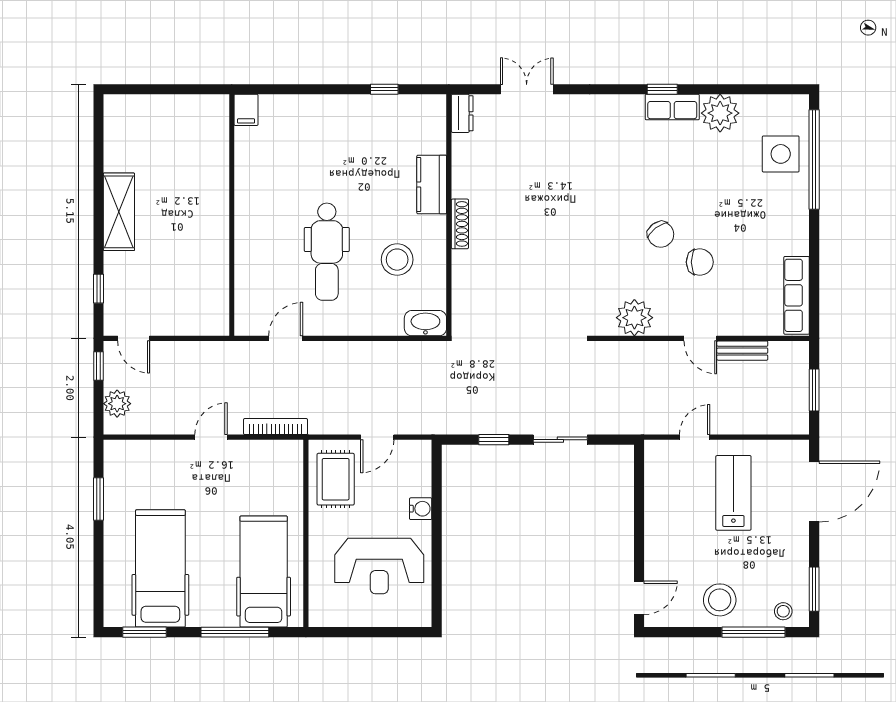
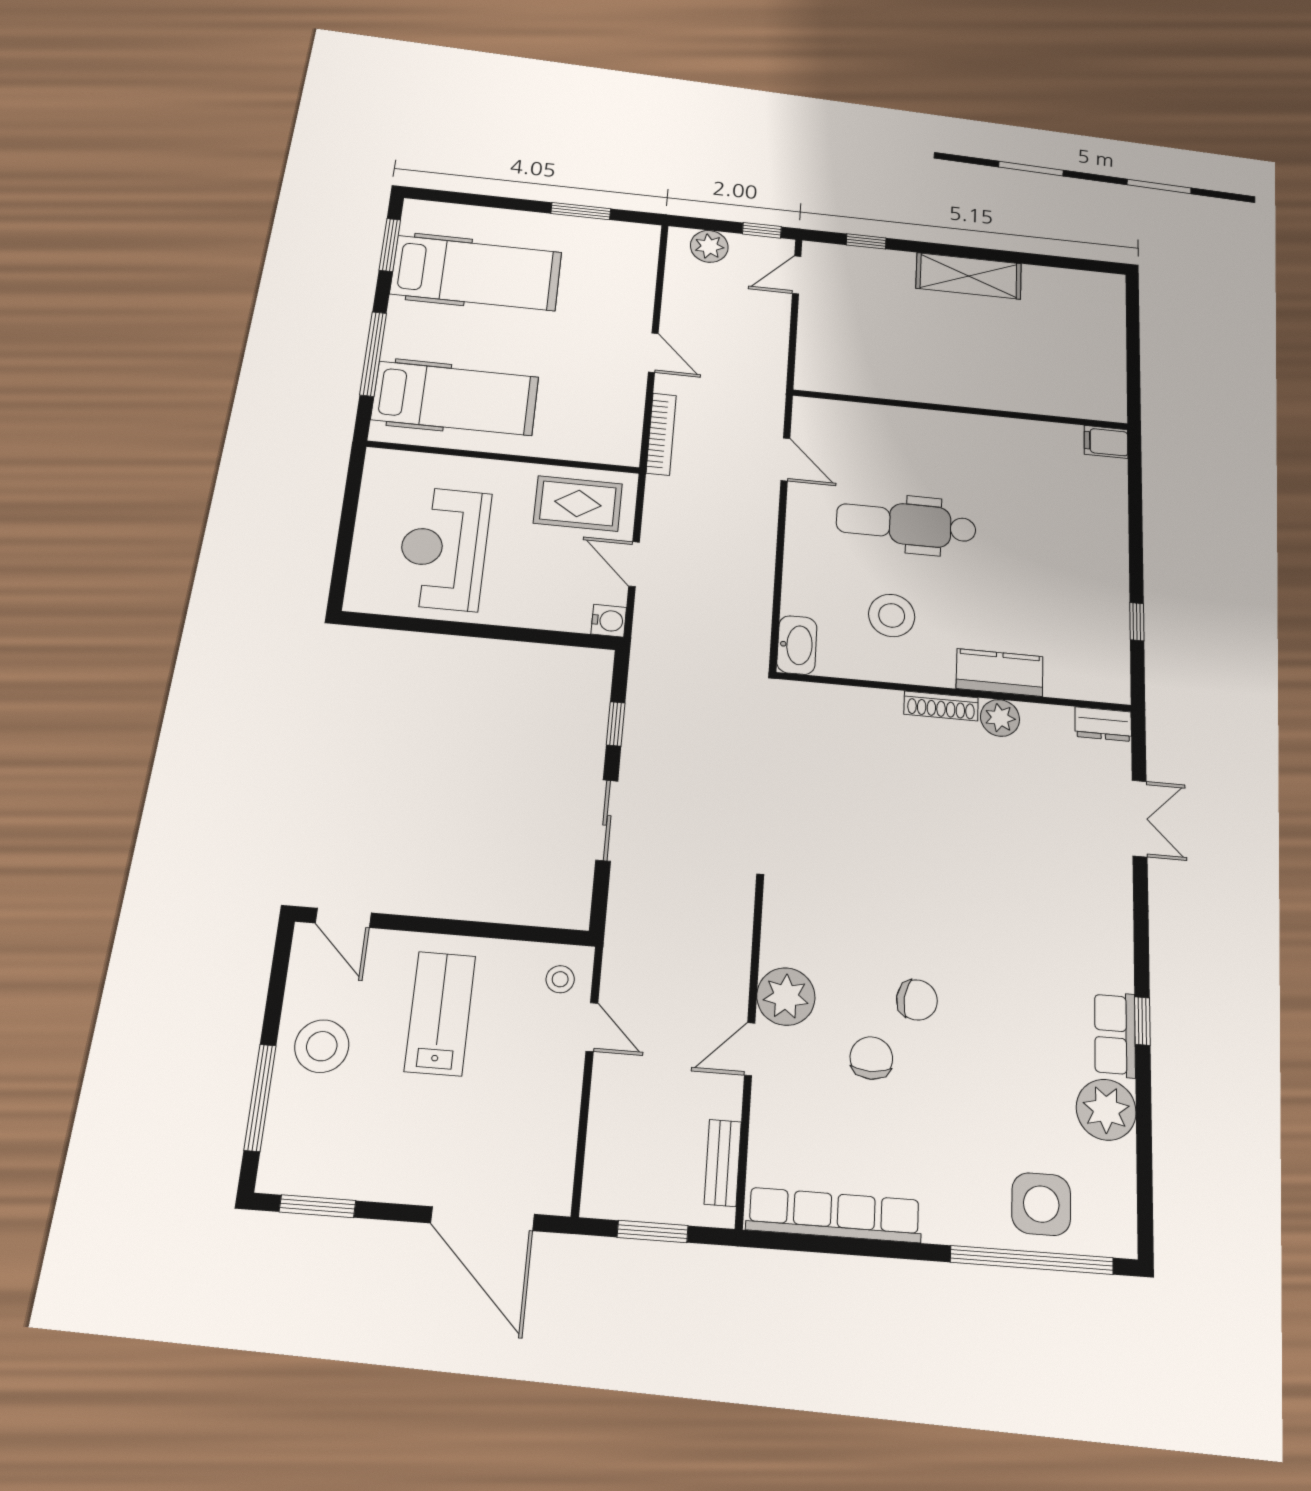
plant: (465, 184) -> (1000, 718), added
chair: (661, 234) -> (917, 1000), turned -136
chair: (700, 262) -> (871, 1058), turned 180
row of seats: (797, 295) -> (834, 1215), width x1.36
plant: (634, 318) -> (786, 997), moved
bench: (742, 351) -> (723, 1163), moved
lab bench: (733, 493) -> (440, 1013), moved, turned -90
water cooler: (421, 509) -> (609, 621), moved, turned -90
stool: (783, 611) -> (560, 979), moved

